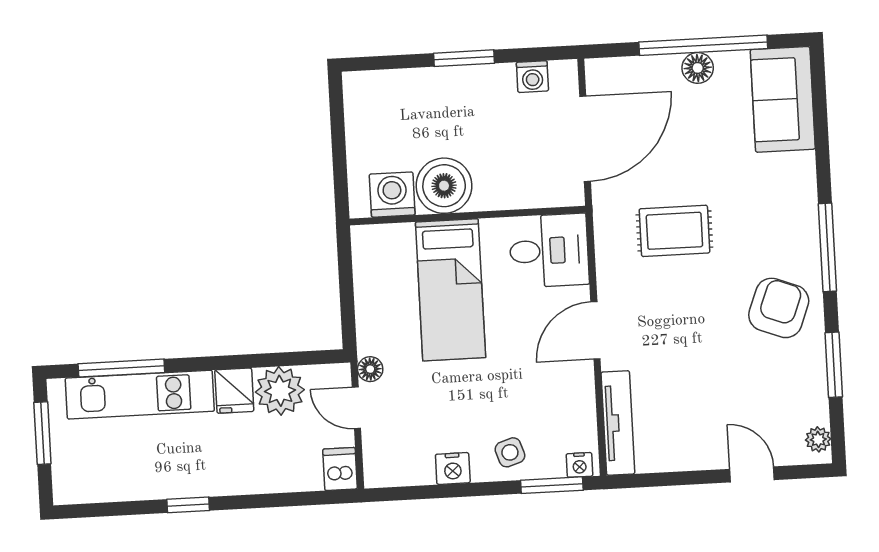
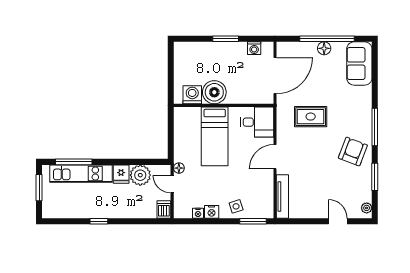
nightstand: (579, 465) -> (198, 213), moved

